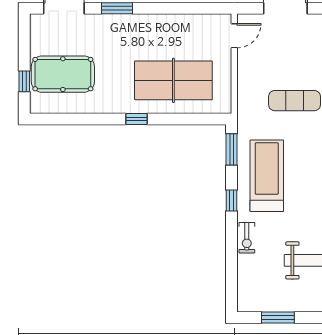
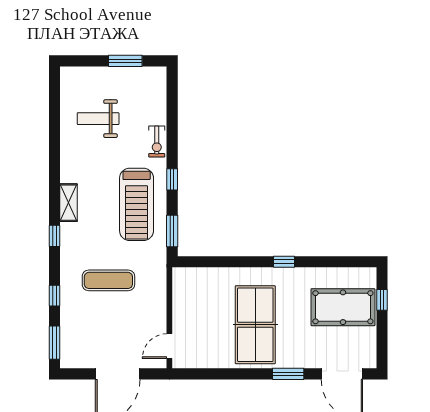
table tennis table: (173, 80) -> (255, 325), moved, turned 90
window: (136, 119) -> (284, 262), moved
exercise bike: (247, 238) -> (157, 142), turned 180

